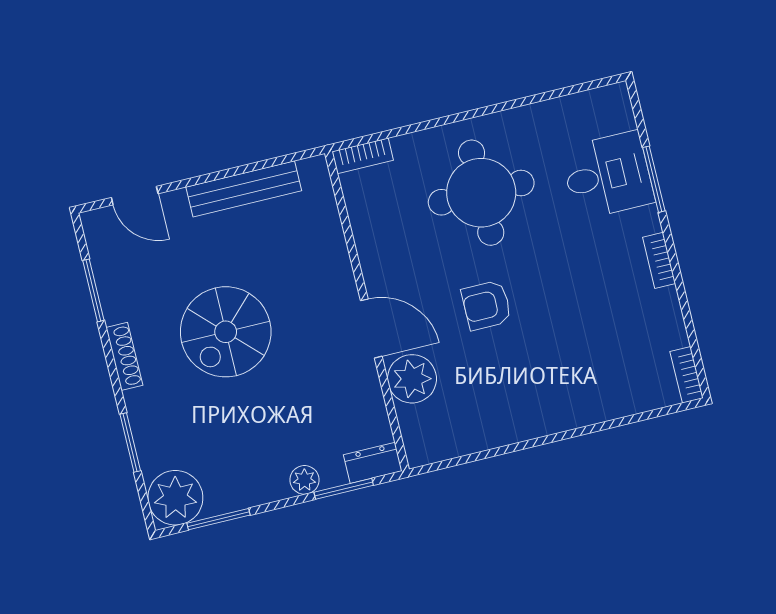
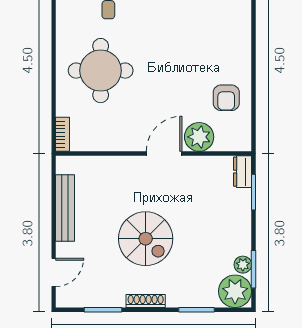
armchair: (486, 305) -> (226, 98), moved
plant: (304, 480) -> (243, 265), moved

